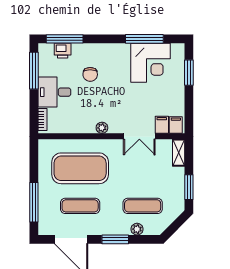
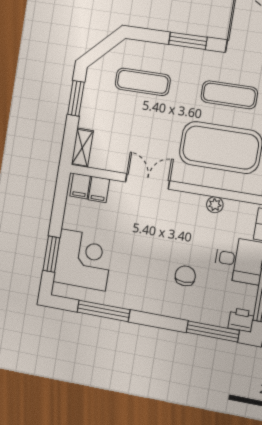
printer: (63, 51) -> (241, 320), moved
corner desk: (150, 63) -> (83, 260), moved, turned 90
plant: (102, 128) -> (215, 205), moved
double door: (139, 136) -> (147, 181), moved
plant: (137, 229) -> (156, 51), removed

